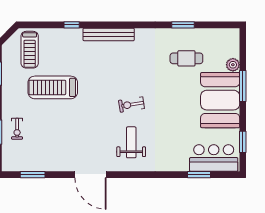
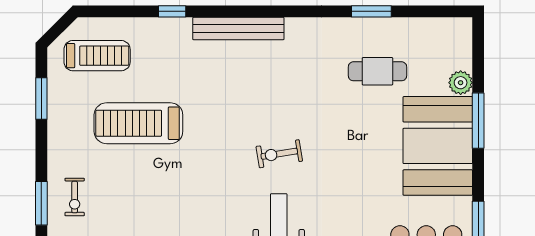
treadmill: (30, 50) -> (97, 56), turned -90

